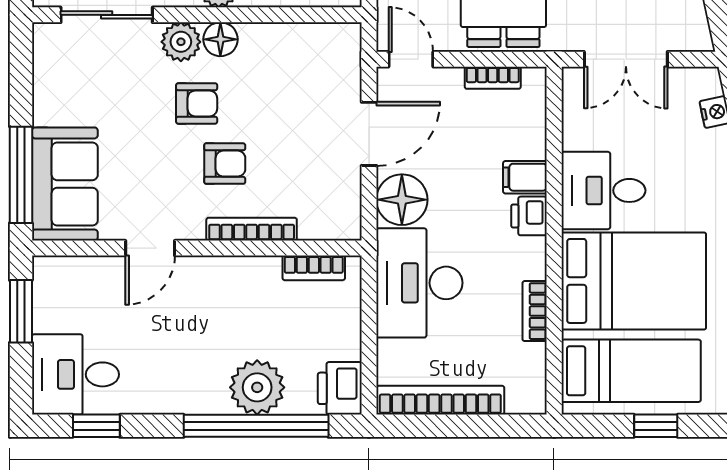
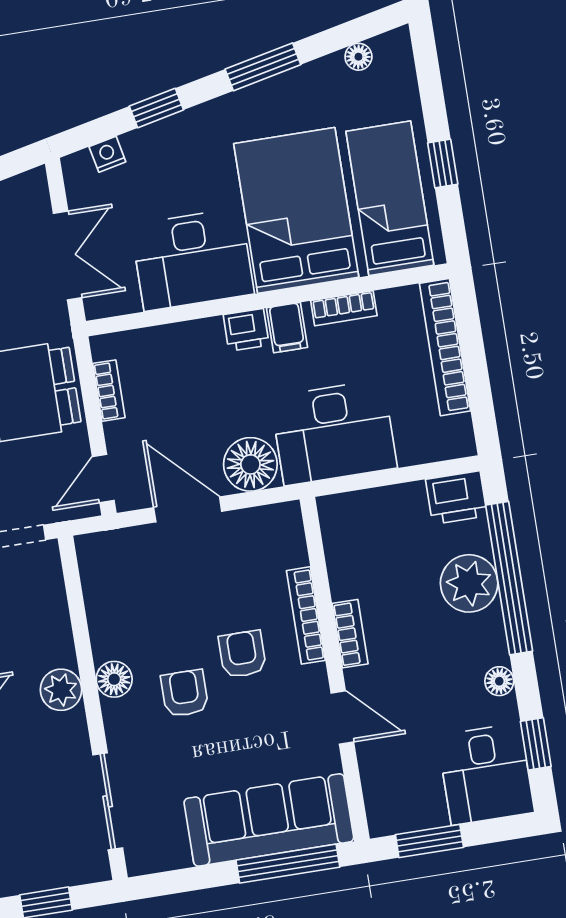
plant: (181, 42) -> (123, 720), removed
filing cabinet: (525, 177) -> (287, 328), moved
sofa: (65, 184) -> (269, 820), width x1.36
desk: (603, 190) -> (192, 259), width x1.37
bookcase: (314, 268) -> (350, 634), moved
bookcase: (440, 400) -> (445, 347), moved
floor lamp: (161, 401) -> (499, 681), added

